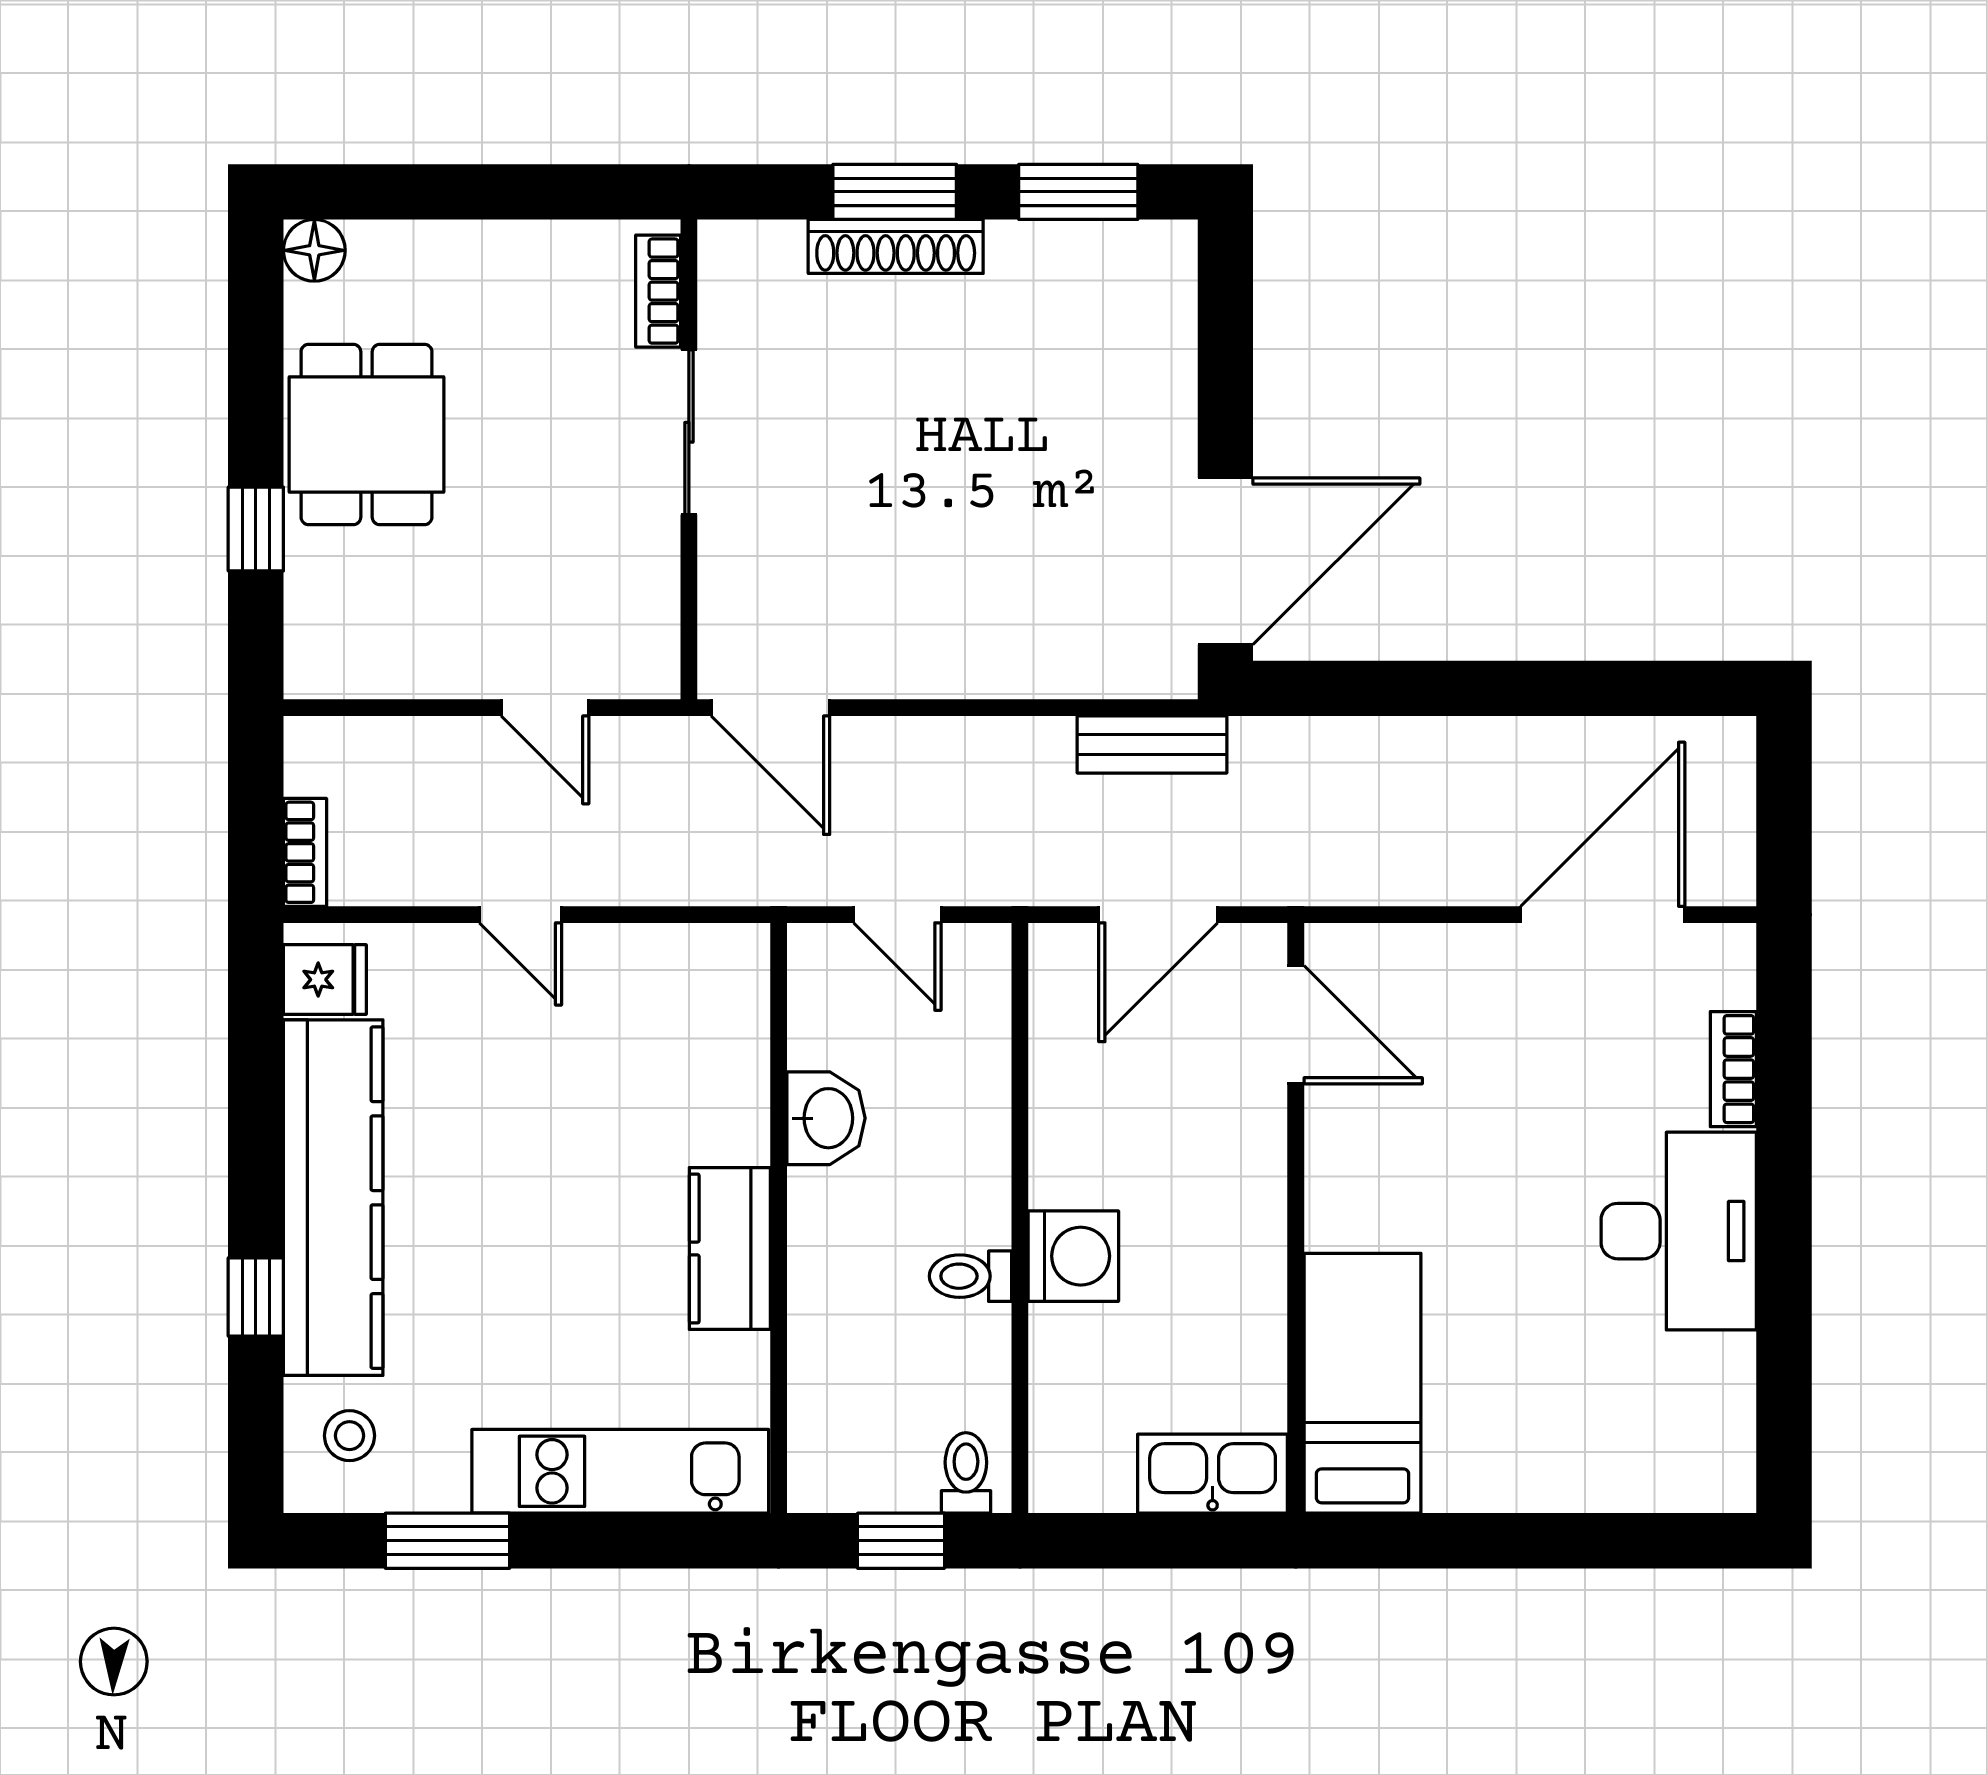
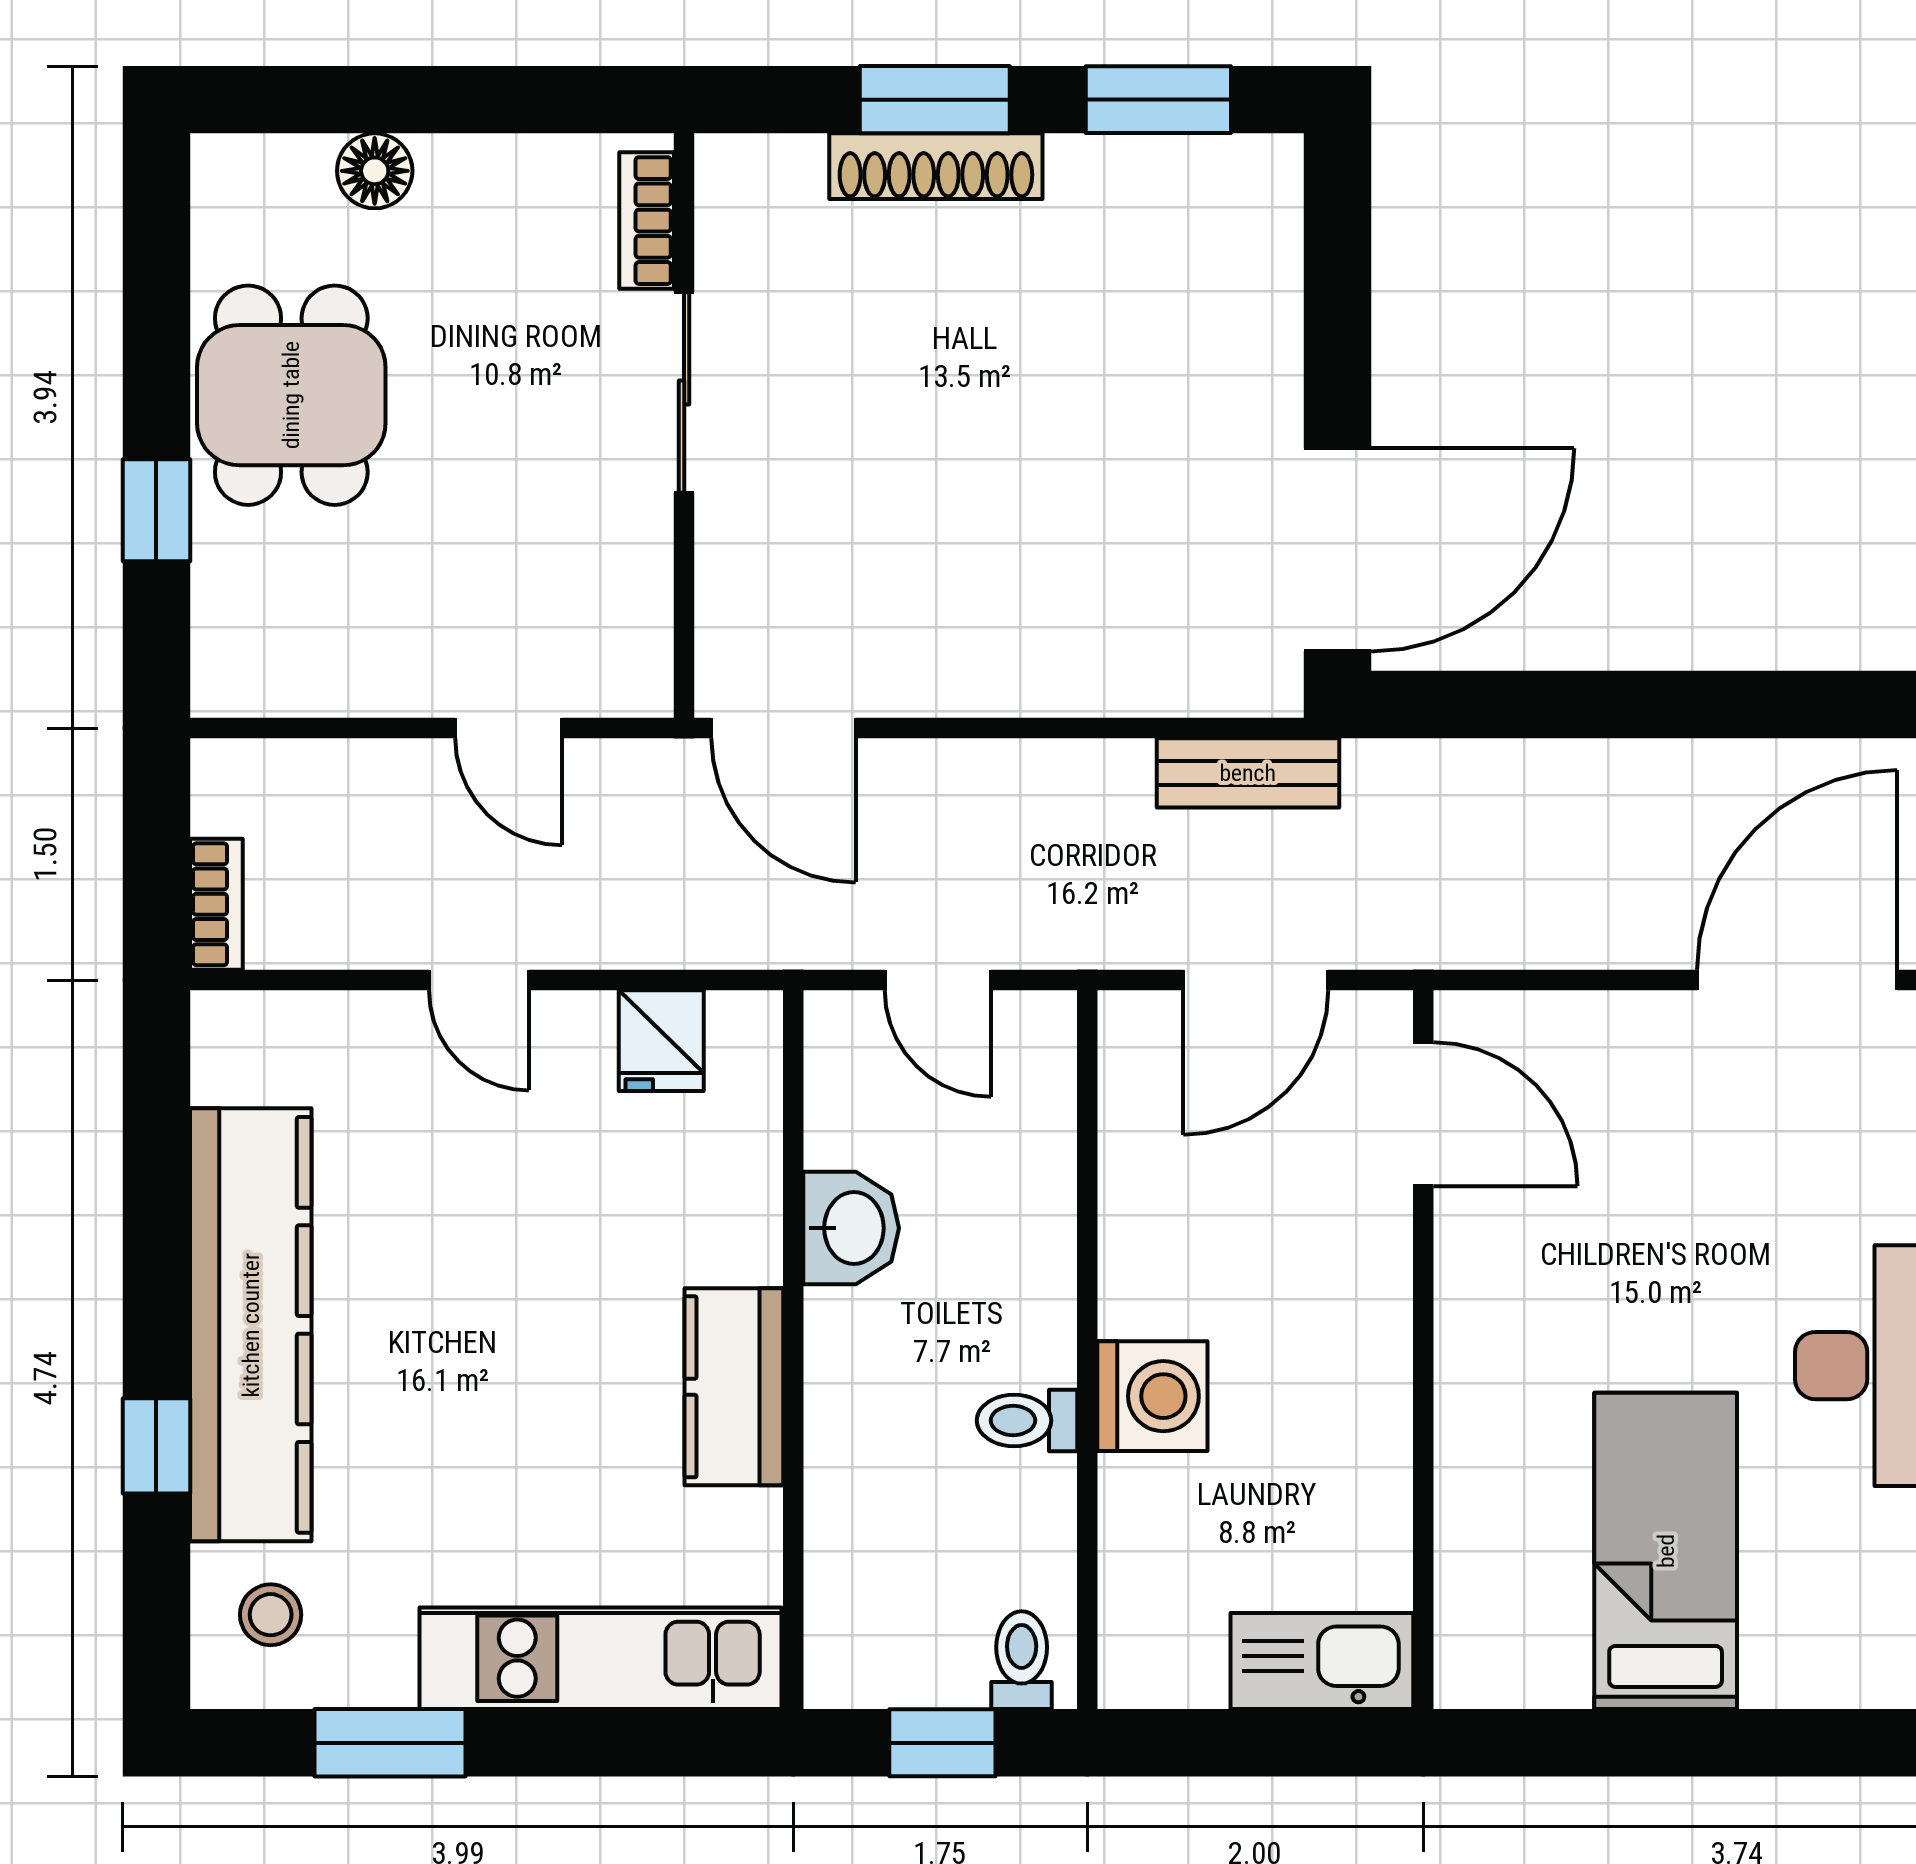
floor lamp: (314, 250) -> (375, 171), moved
fridge: (325, 980) -> (661, 1041), moved, turned 90
bed: (1363, 1383) -> (1666, 1551), moved

